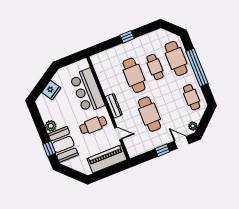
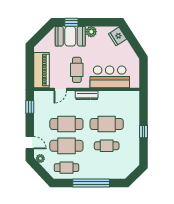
cafe table: (176, 58) -> (66, 146), moved
fridge: (51, 90) -> (118, 36), moved
door: (182, 142) -> (30, 143), hinge flipped
window: (162, 150) -> (30, 107), moved

